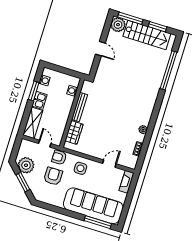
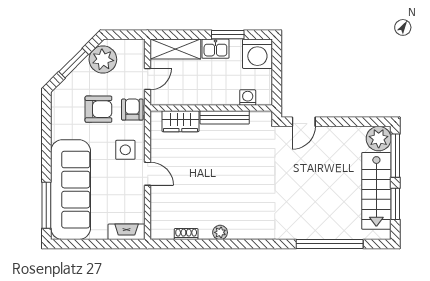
door: (100, 49) -> (304, 122), moved
washing machine: (44, 80) -> (257, 54), width x1.89, depth x1.89
door: (109, 164) -> (148, 174), moved

